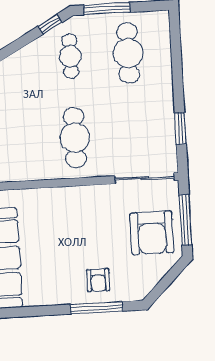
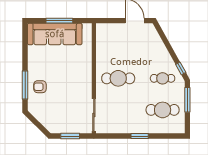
window: (180, 128) -> (140, 136), moved
window: (185, 220) -> (70, 136), width x0.69
armchair: (152, 233) -> (64, 117), removed

